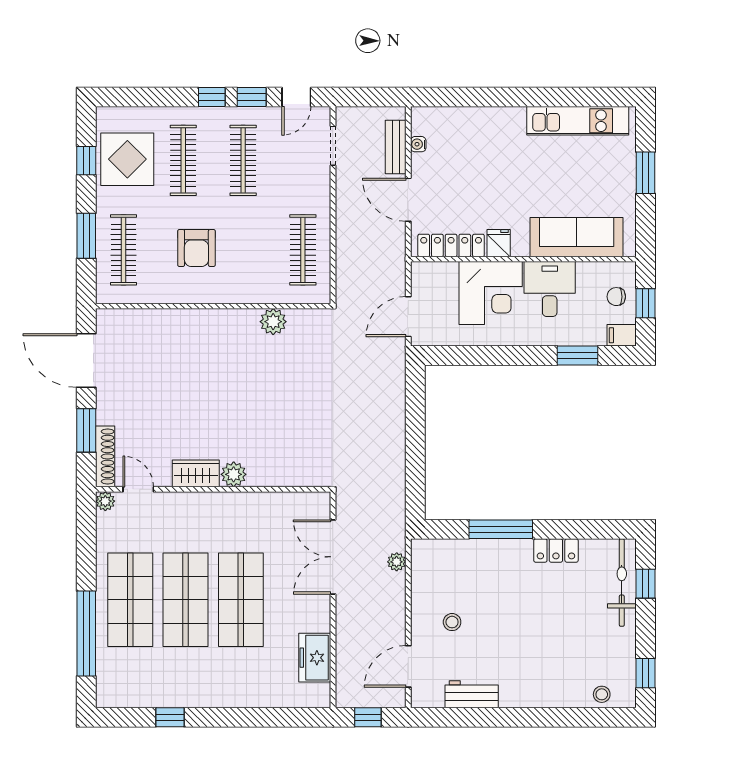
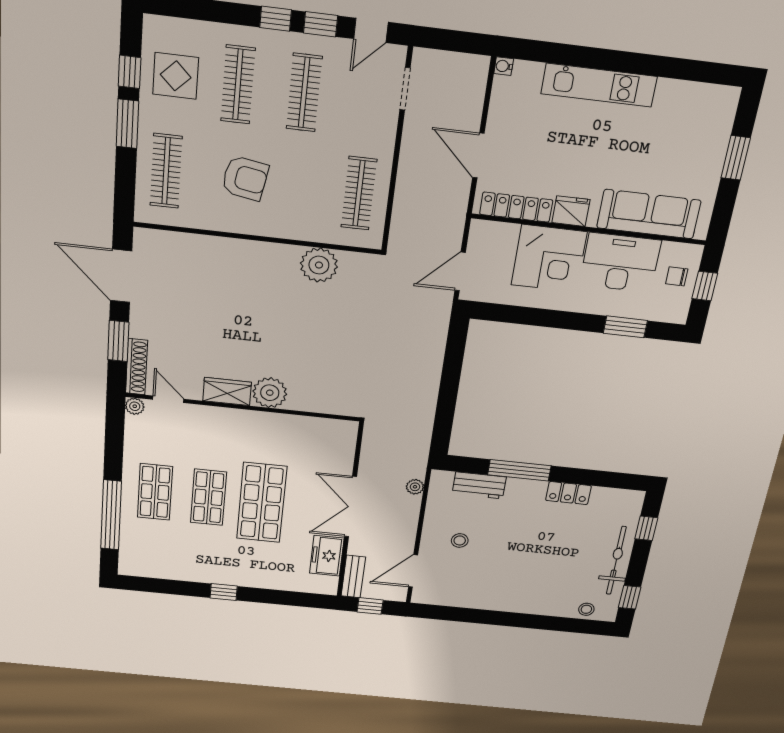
kitchen unit: (578, 121) -> (599, 85), moved
water cooler: (418, 144) -> (504, 66), moved
bench: (396, 147) -> (353, 577), moved
display table: (127, 159) -> (176, 76), width x0.73, depth x0.73
window: (86, 236) -> (127, 124), moved
fridge: (499, 243) -> (571, 211), width x1.38
armchair: (196, 248) -> (245, 178), turned -80
desk: (550, 289) -> (620, 263), width x1.37
plant: (273, 322) -> (319, 265), width x1.36, depth x1.36
filing cabinet: (622, 335) -> (674, 313), removed
plant: (234, 474) -> (270, 393), width x1.36, depth x1.36
double door: (333, 557) -> (351, 507), moved
bicycle: (622, 583) -> (616, 561), moved
shop shelf: (130, 600) -> (155, 492), width x0.70, depth x0.74
shop shelf: (186, 600) -> (208, 497), width x0.70, depth x0.74
workbench: (472, 694) -> (479, 485), moved, turned 180
window: (170, 717) -> (224, 592), moved

